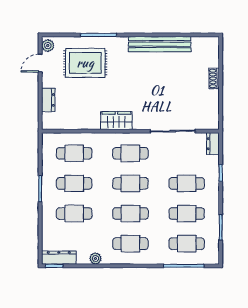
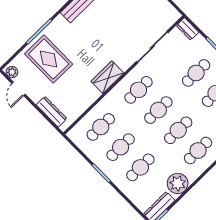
rug: (85, 63) -> (49, 59), turned 90
dresser: (48, 100) -> (52, 112), width x1.44
plant: (95, 258) -> (178, 183), width x1.88, depth x1.88

